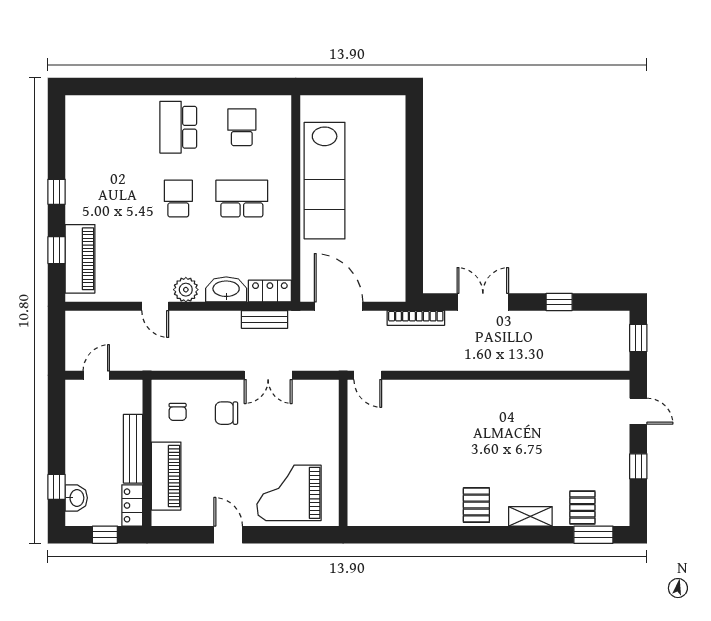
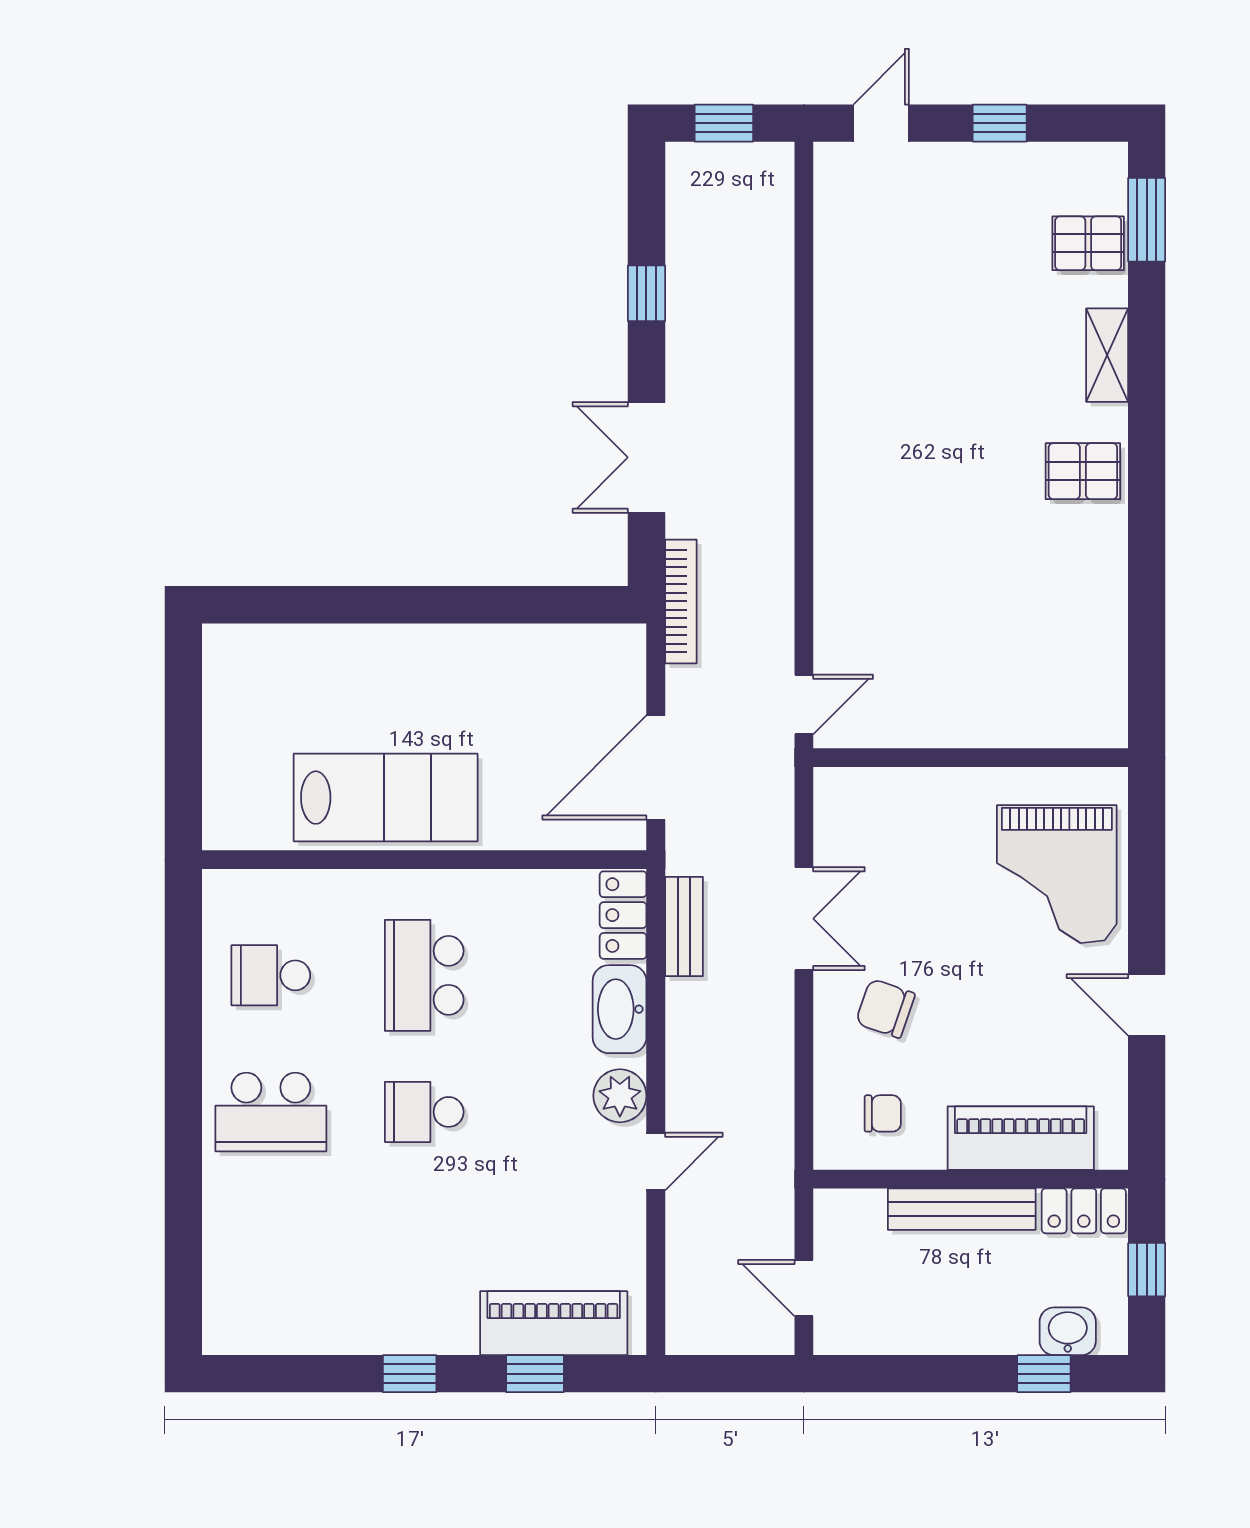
lab bench: (325, 181) -> (386, 798), width x0.73
chair: (226, 413) -> (885, 1008), turned 109
door: (228, 535) -> (1147, 1005), hinge flipped

